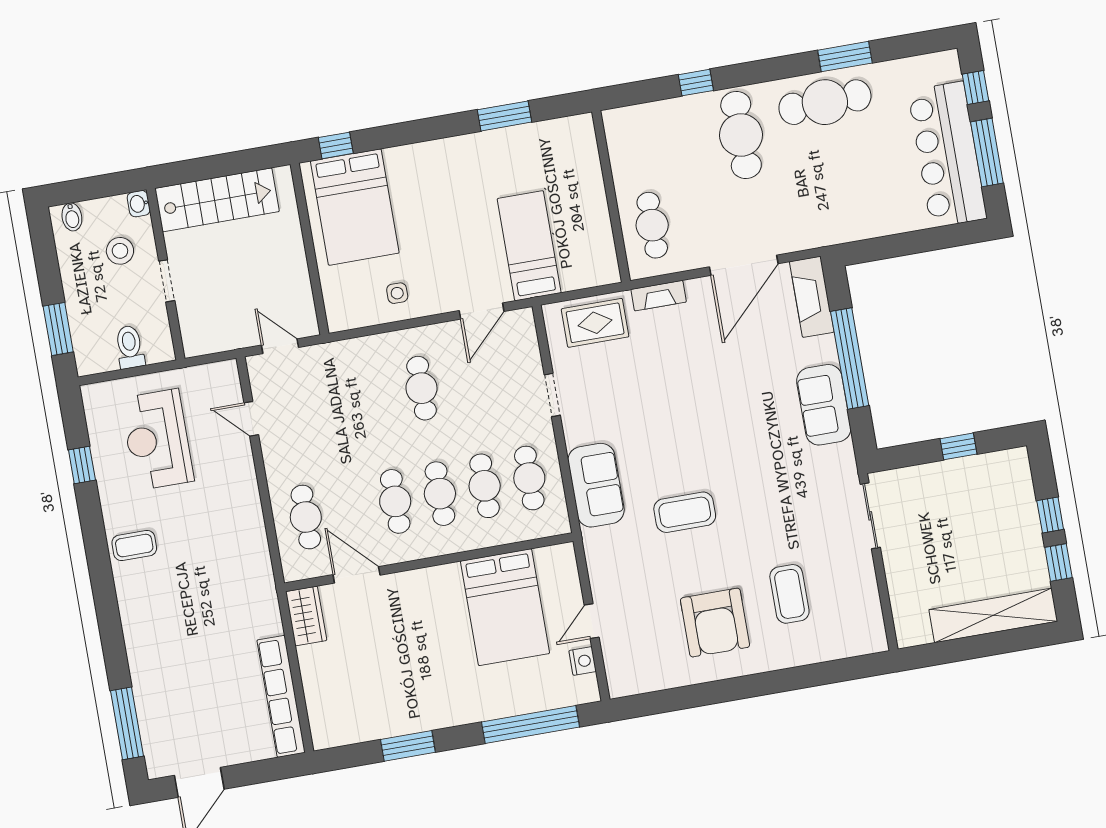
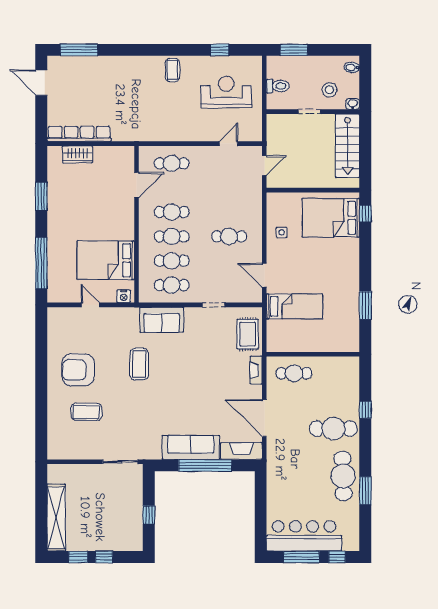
sofa: (824, 405) -> (191, 447), width x1.36
wardrobe: (306, 616) -> (77, 154), moved
nightstand: (583, 661) -> (124, 296), moved

